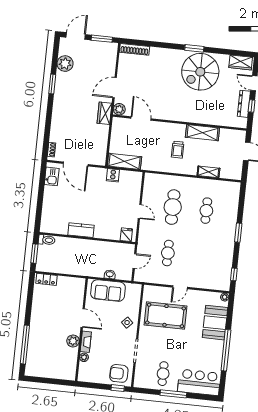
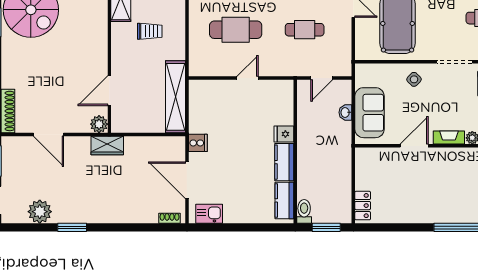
door: (115, 88) -> (49, 135), moved
shelving: (124, 161) -> (175, 97), width x1.47
door: (76, 164) -> (187, 180), swing flipped
cooker: (113, 175) -> (198, 143), moved
kitchen counter: (55, 228) -> (284, 200), added
fridge: (126, 235) -> (284, 134), moved
door: (134, 261) -> (322, 78), swing flipped
plant: (73, 341) -> (450, 157), removed

